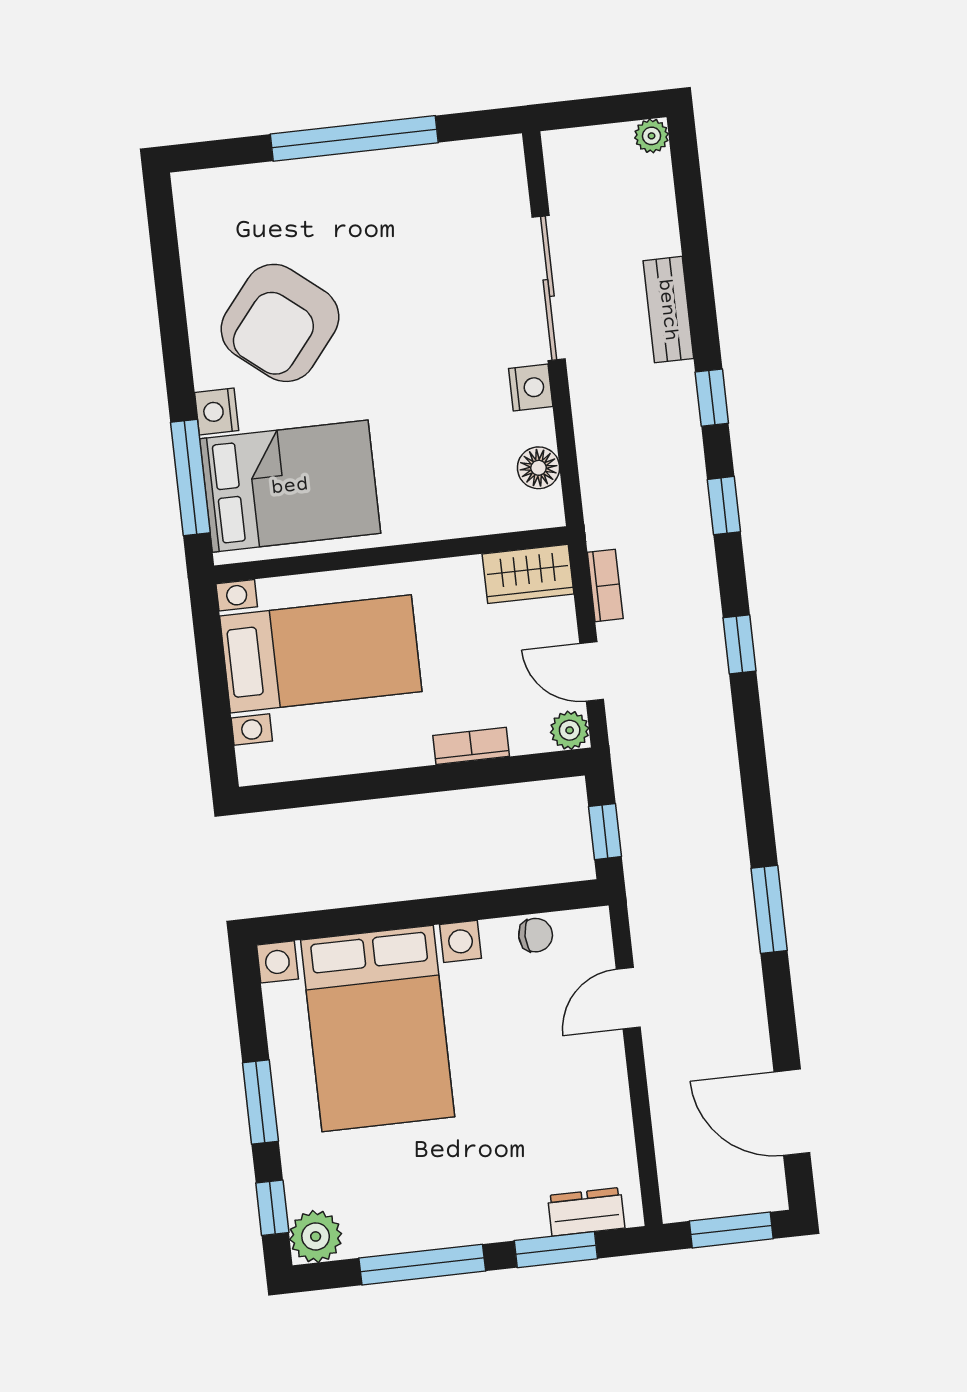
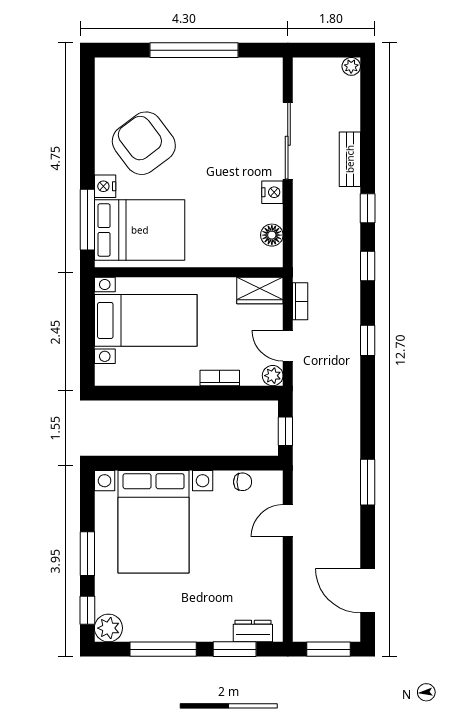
armchair: (280, 323) -> (144, 143), turned 104

